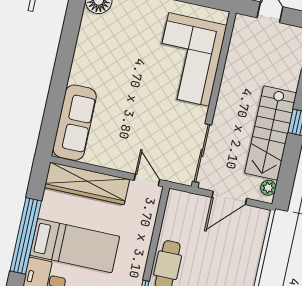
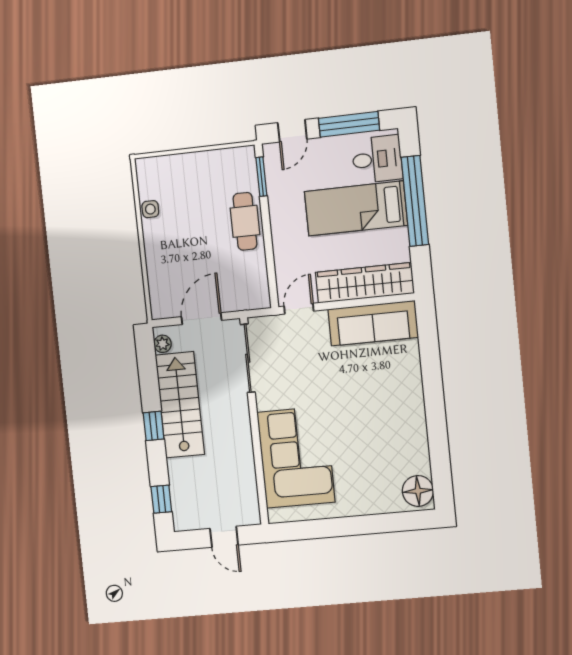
sofa: (75, 123) -> (373, 323), moved, turned -90
door: (147, 180) -> (299, 309), swing flipped

